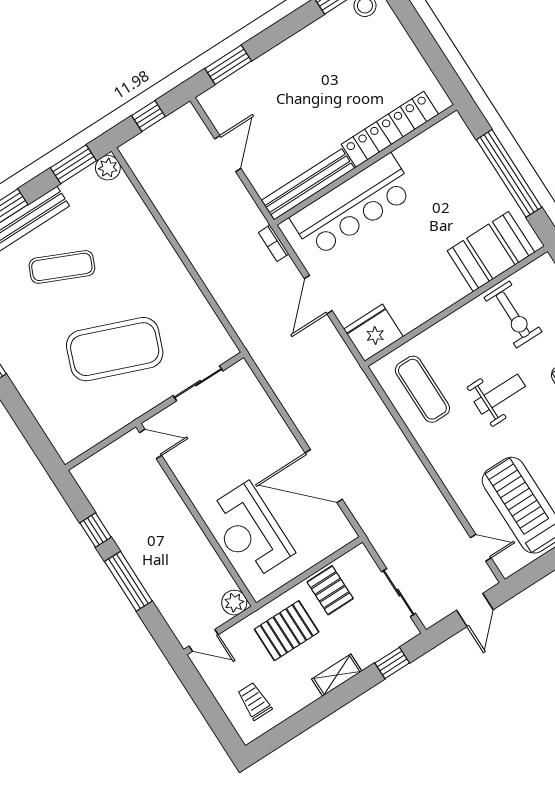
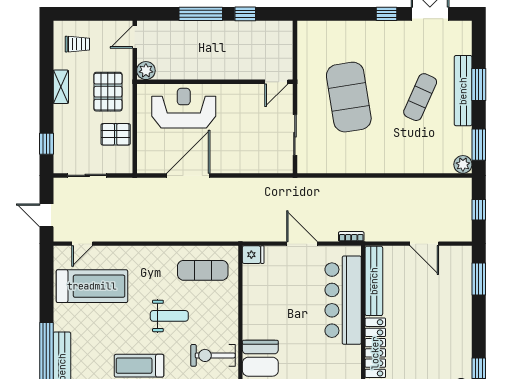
fridge: (373, 333) -> (253, 255), width x0.53, depth x0.75
exercise mat: (115, 349) -> (349, 97), turned -30
weight bench: (500, 394) -> (169, 316), turned -90
shelving: (337, 675) -> (61, 87), moved

